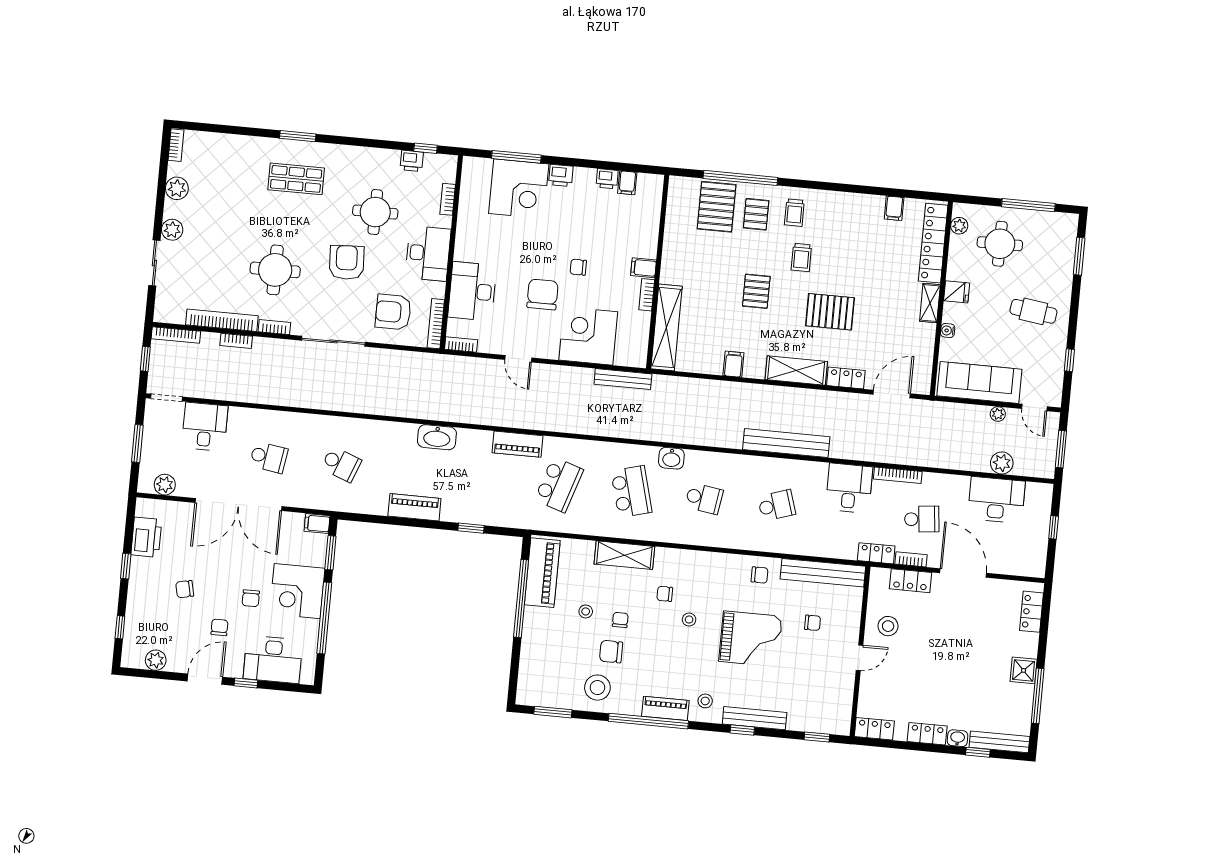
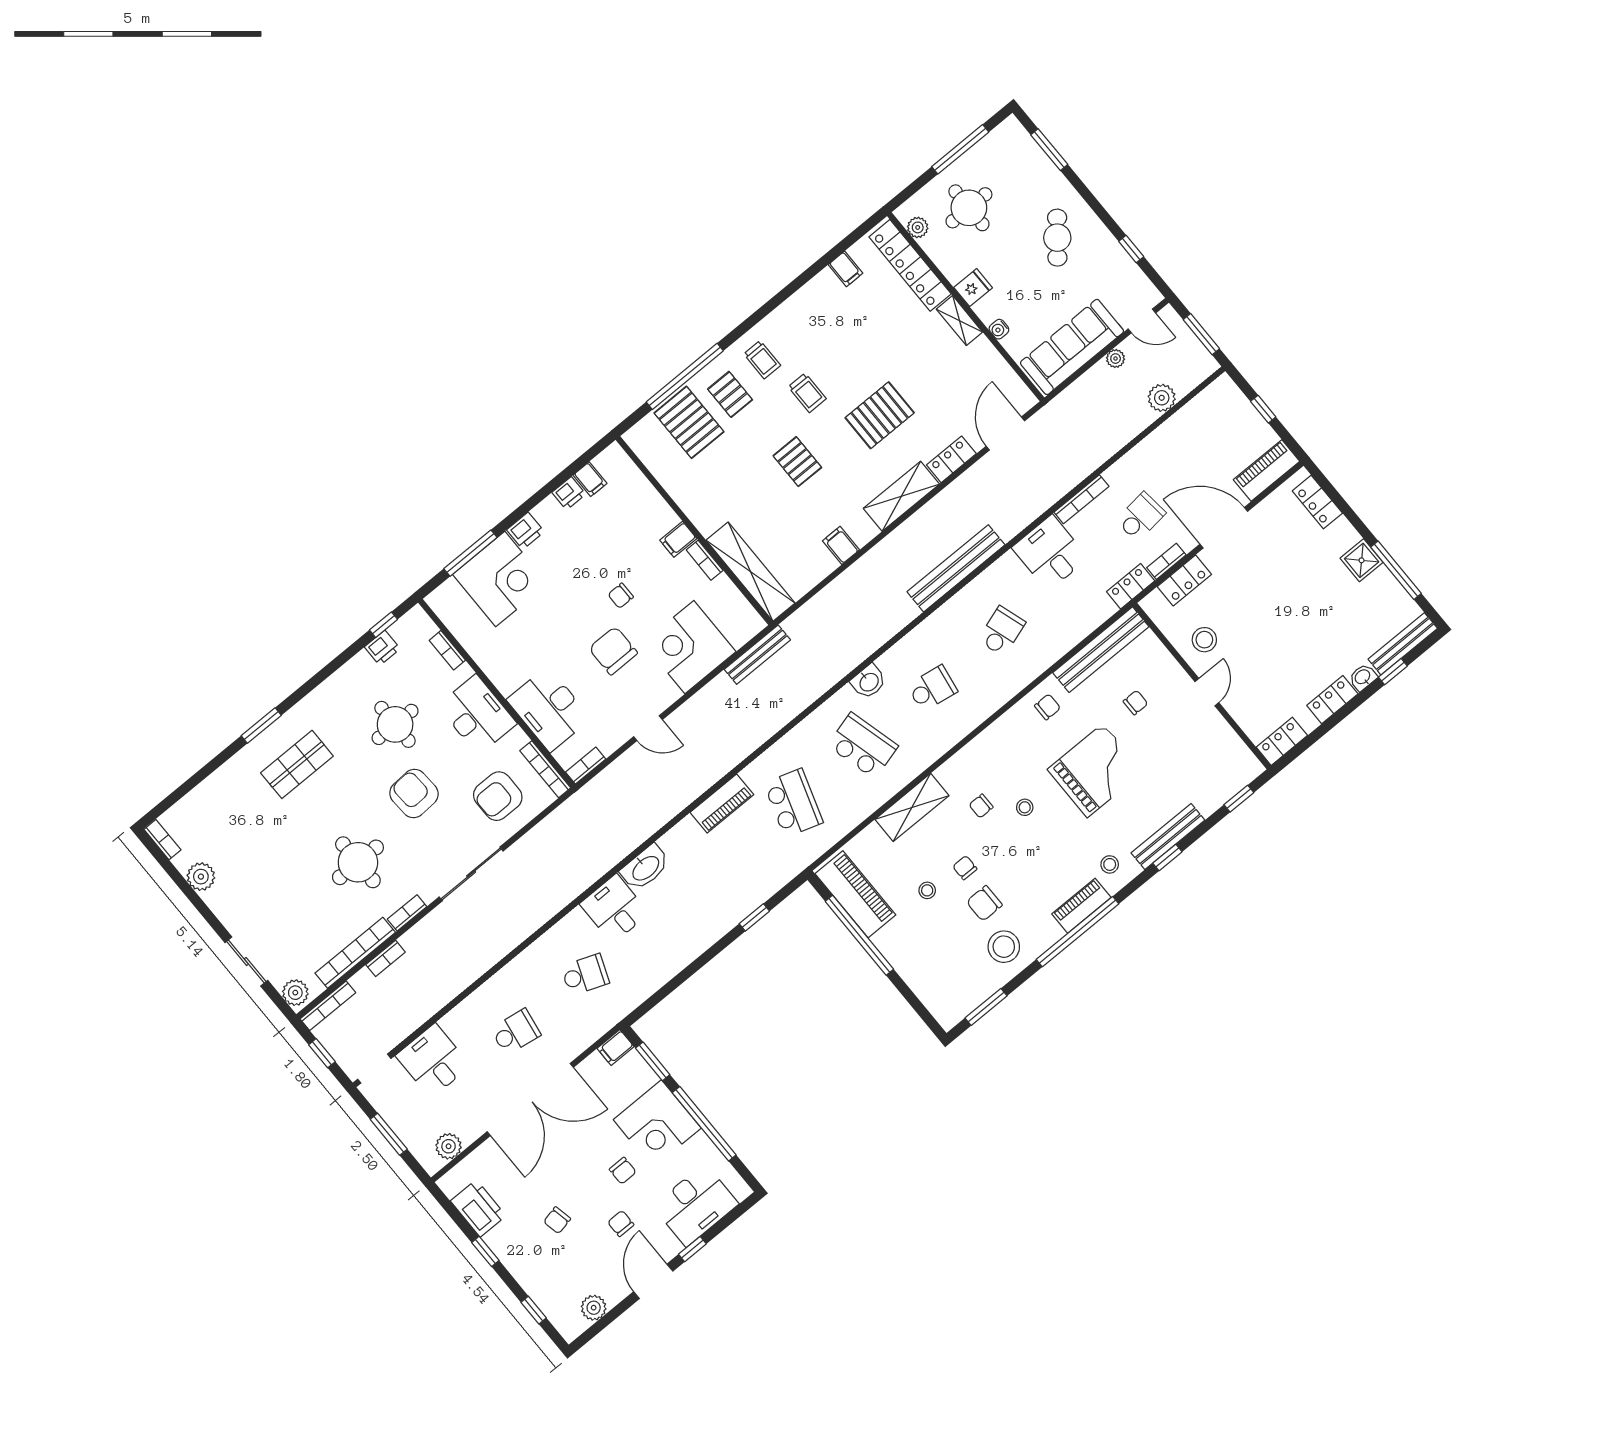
plant: (172, 230) -> (295, 993), moved
cafe table: (1033, 311) -> (1057, 238), turned -59
desk: (996, 500) -> (614, 909), moved, width x0.73
piano: (414, 507) -> (1266, 470), moved

